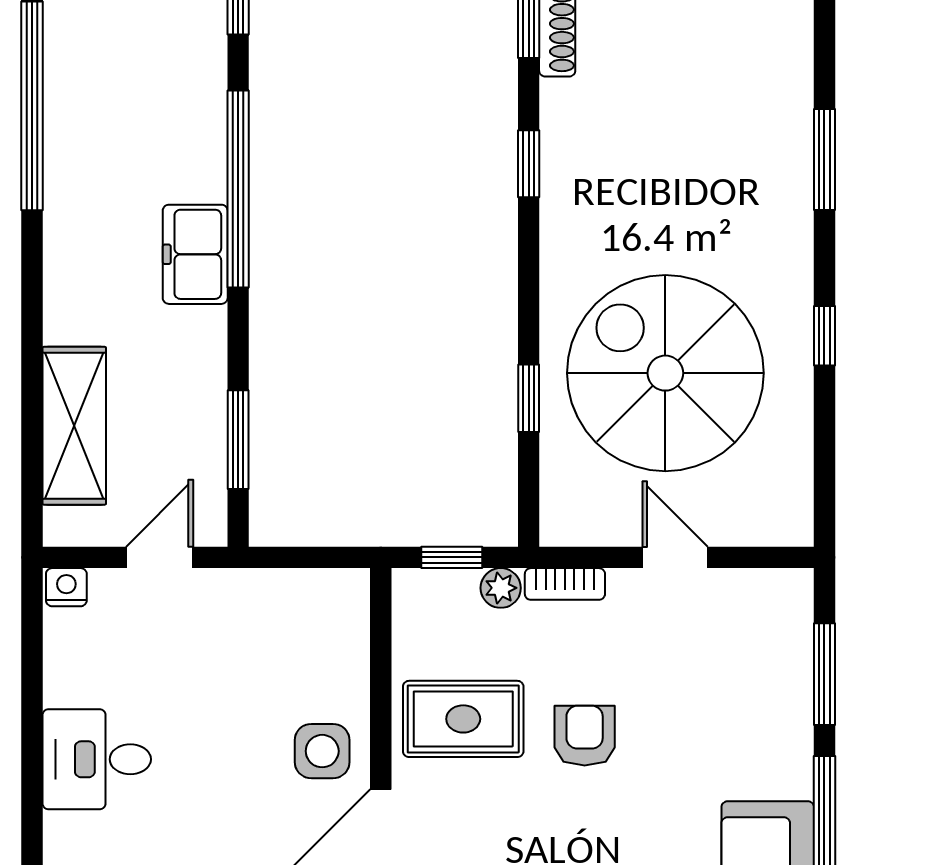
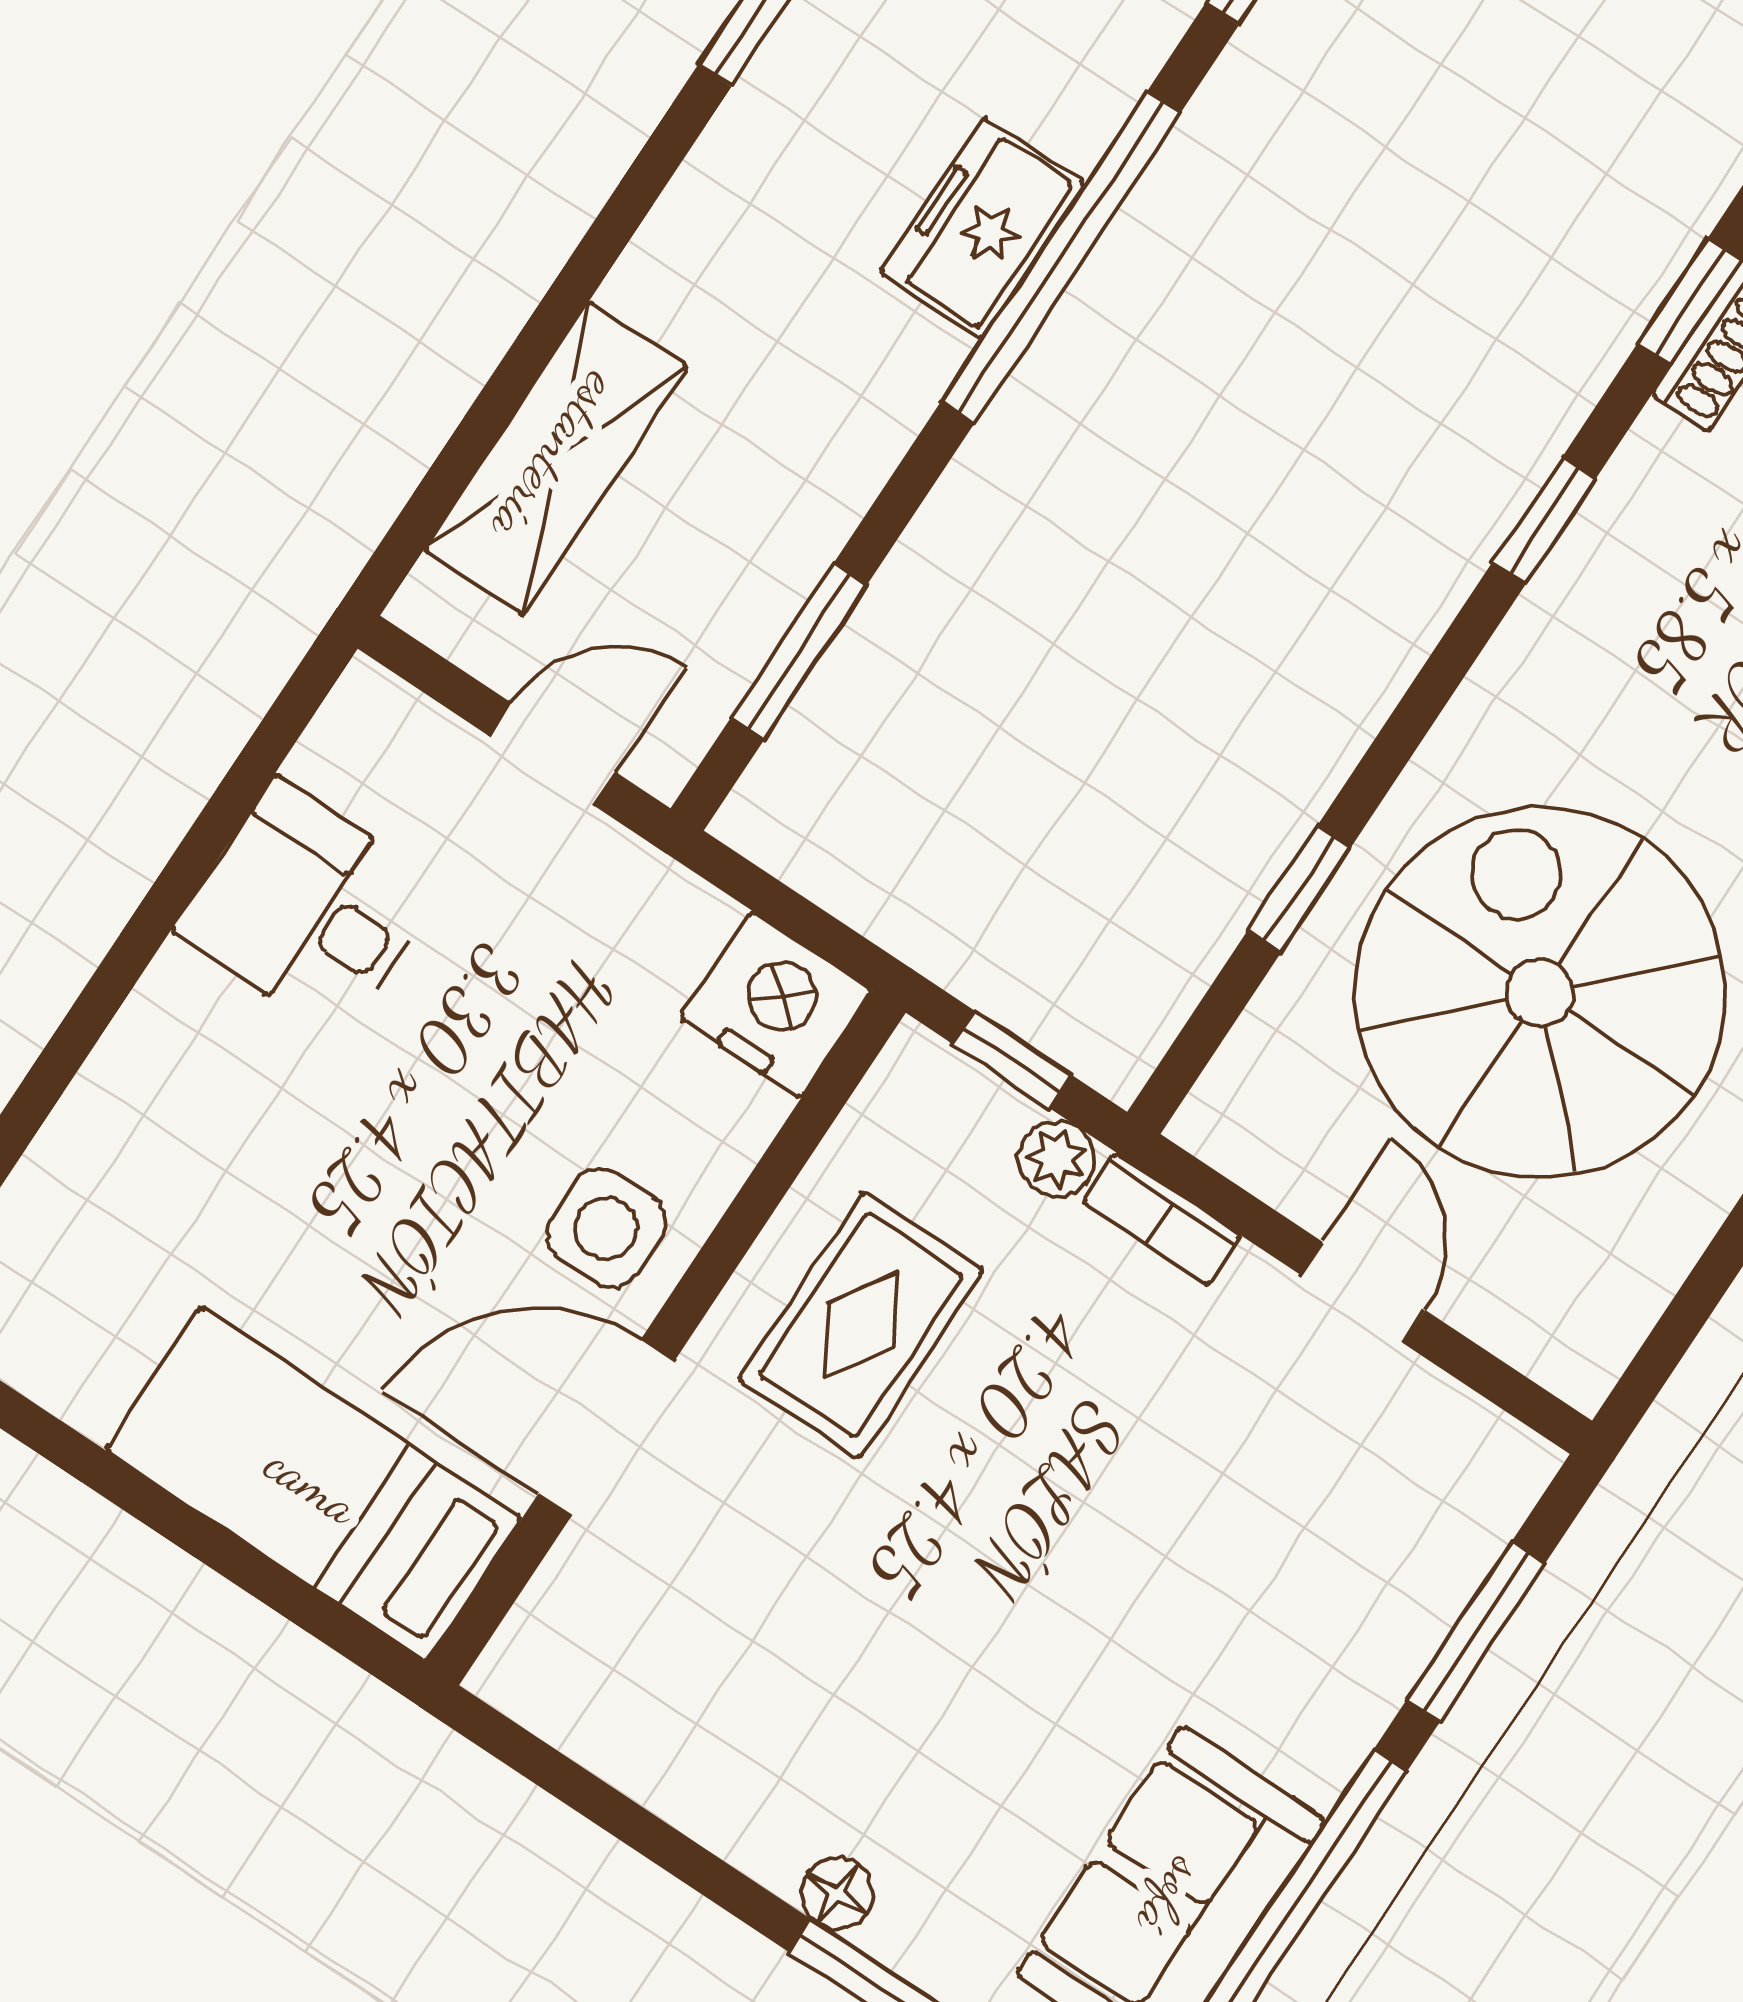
freezer: (195, 254) -> (983, 228), moved
nightstand: (66, 587) -> (776, 1005), moved, width x1.89, depth x1.79
rug: (463, 719) -> (861, 1325), turned 90
armchair: (585, 736) -> (1035, 1478), removed
desk: (97, 759) -> (308, 909), moved

